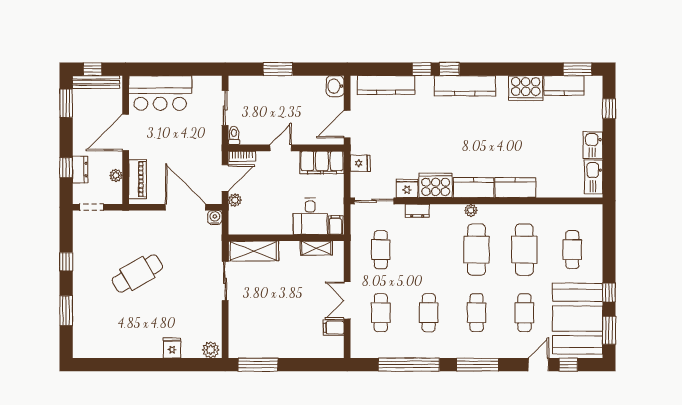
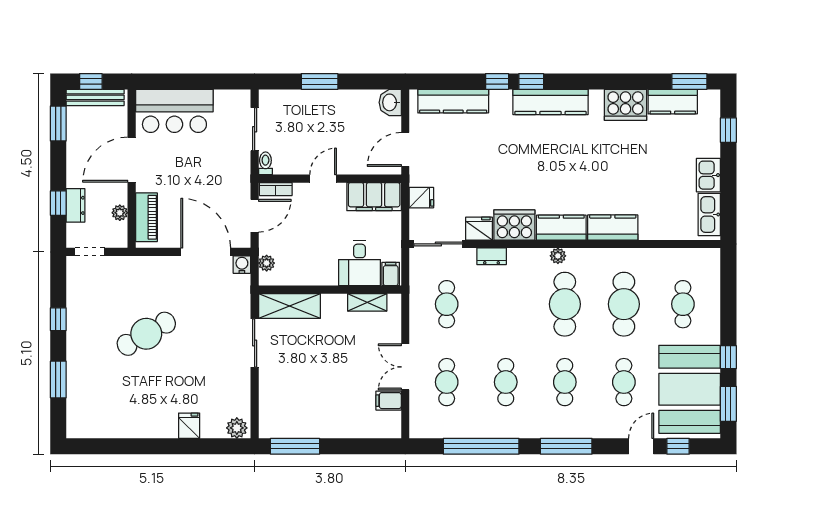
plant: (235, 200) -> (267, 263), moved

